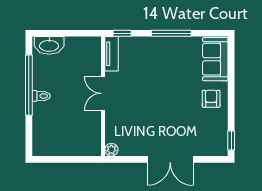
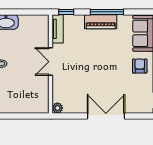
piano: (164, 45) -> (101, 22), added
double door: (170, 159) -> (106, 116), swing flipped

